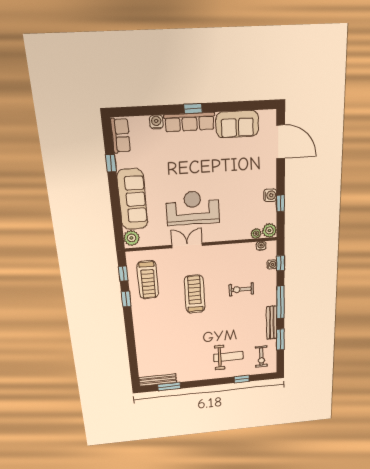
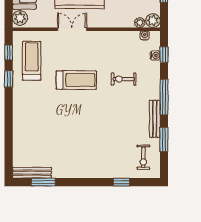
treadmill: (148, 280) -> (32, 61), turned 180
treadmill: (195, 294) -> (76, 80), turned 90
weight bench: (228, 357) -> (108, 153), removed

